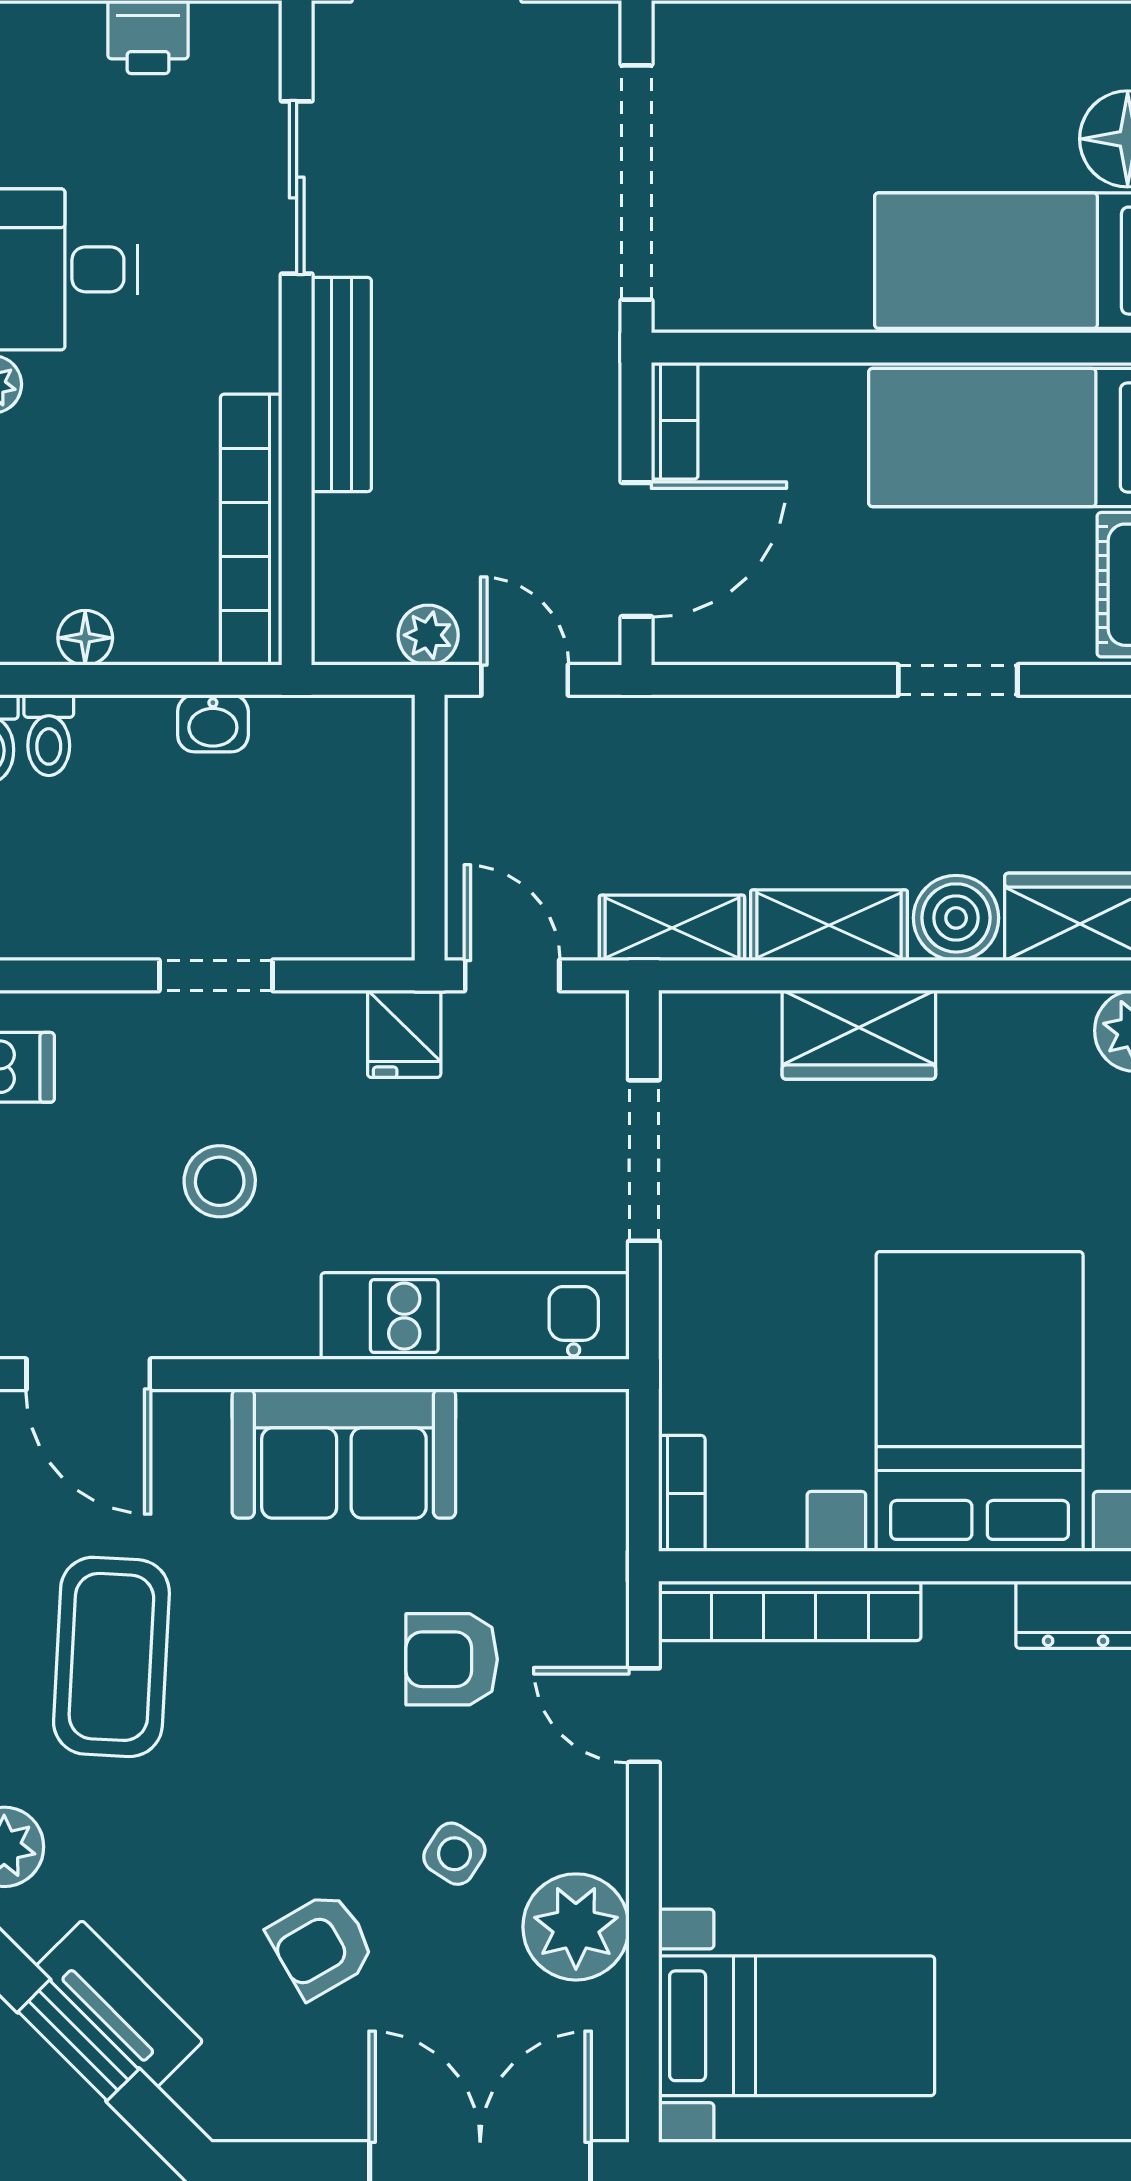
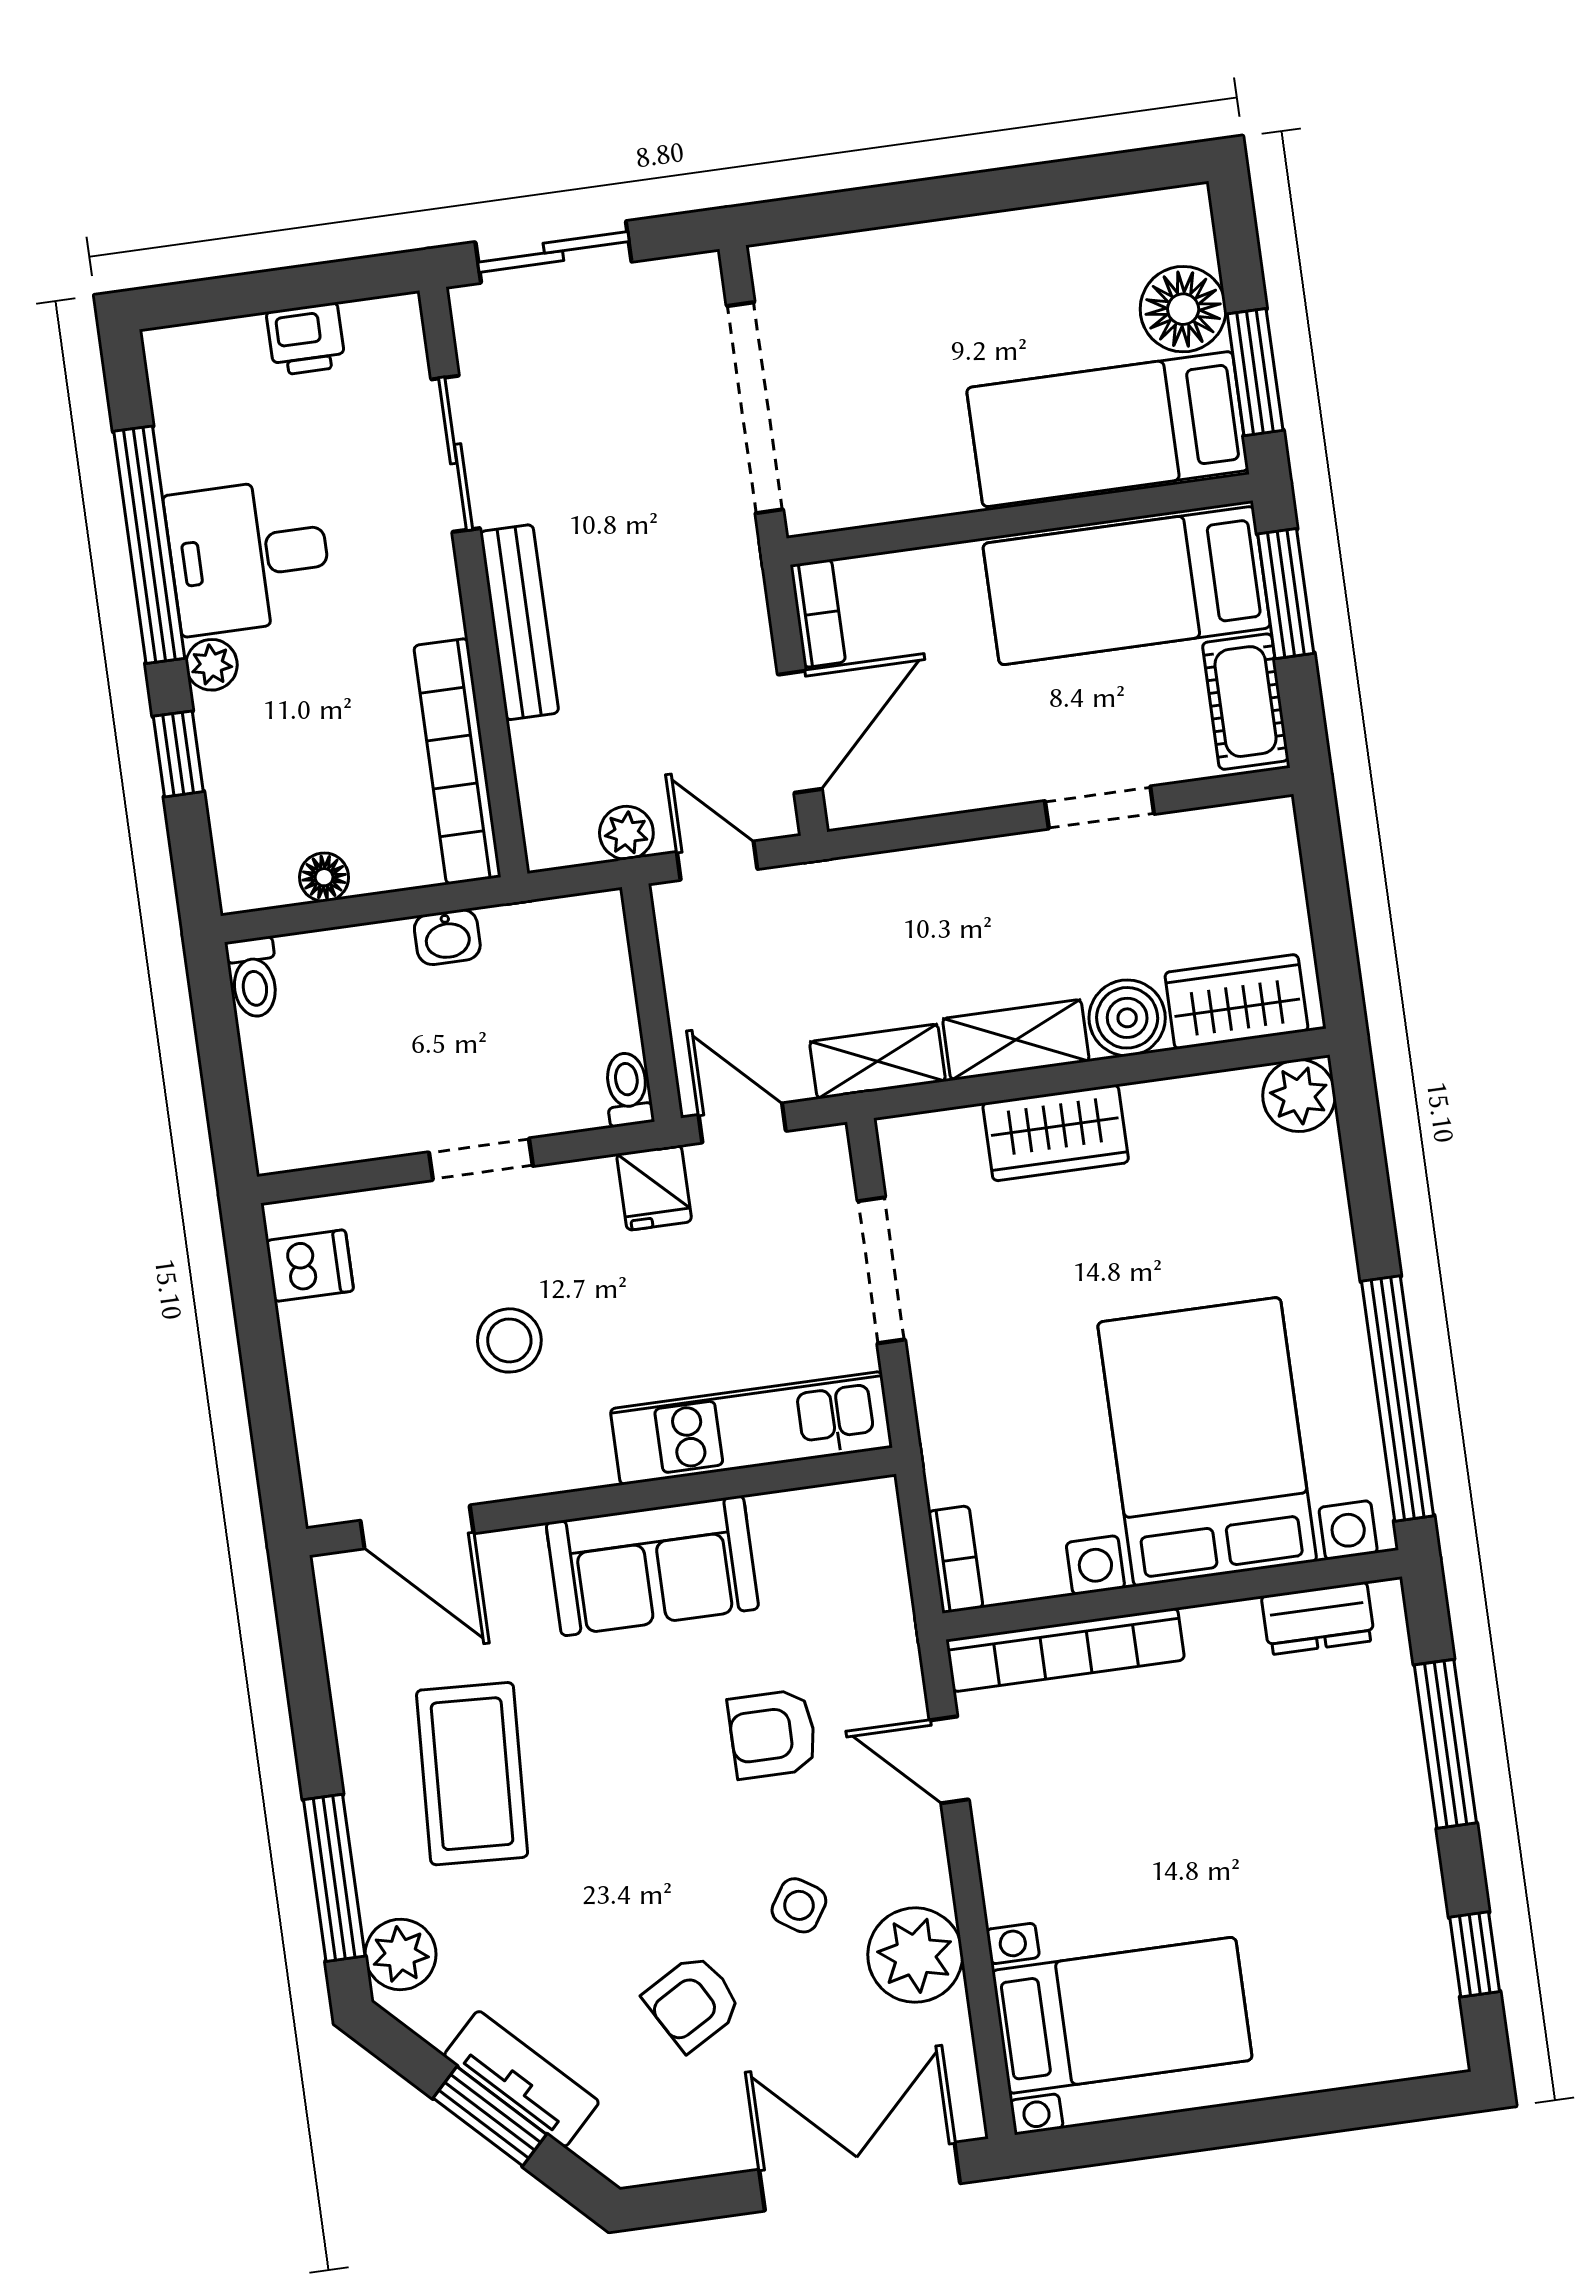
toilet: (49, 735) -> (628, 1089), moved, turned 180

